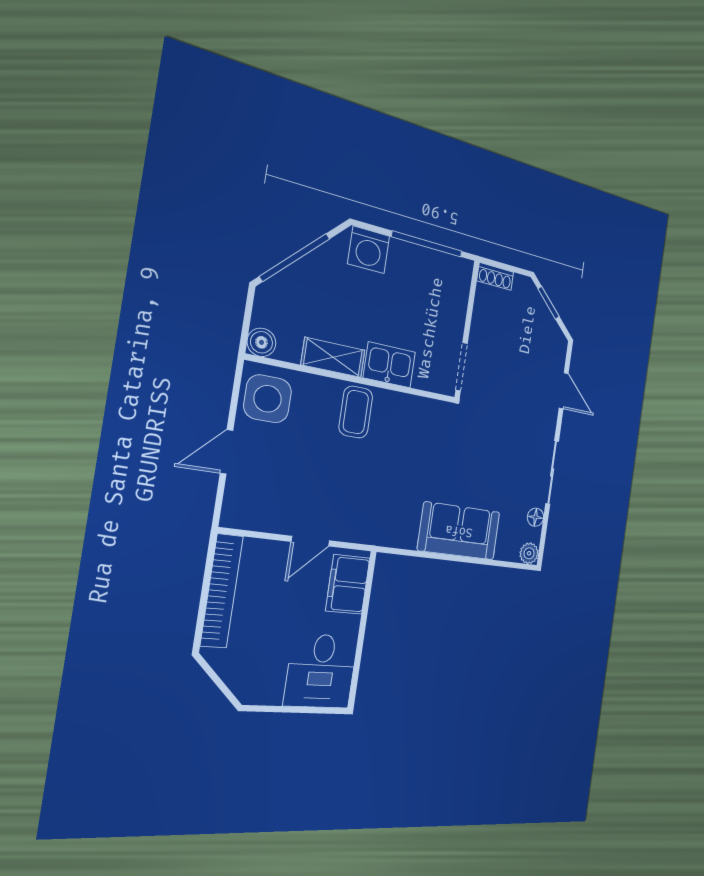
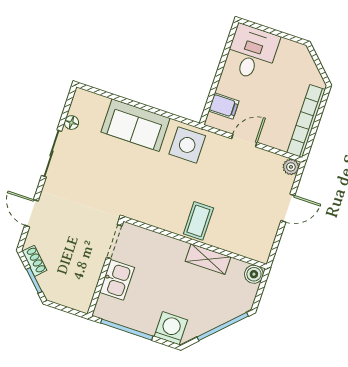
shoe rack: (495, 276) -> (34, 261), moved, turned 45
kitchen sink: (389, 365) -> (117, 280), moved, turned -90
side table: (268, 399) -> (187, 145), moved
plant: (529, 553) -> (291, 167), moved
filing cabinet: (348, 584) -> (224, 106), width x0.50

